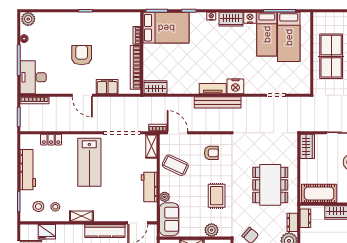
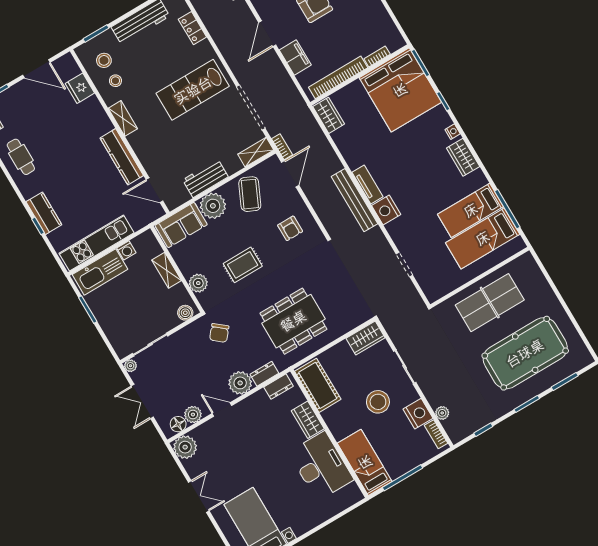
nightstand: (250, 18) -> (478, 179), removed
bed: (166, 28) -> (400, 90), width x1.36
plant: (165, 197) -> (213, 206), width x1.87, depth x1.87

